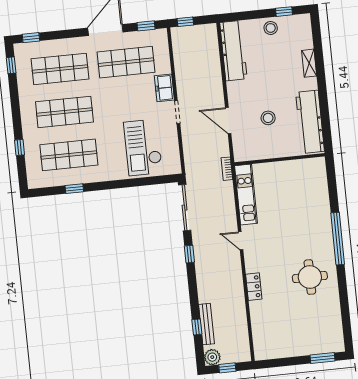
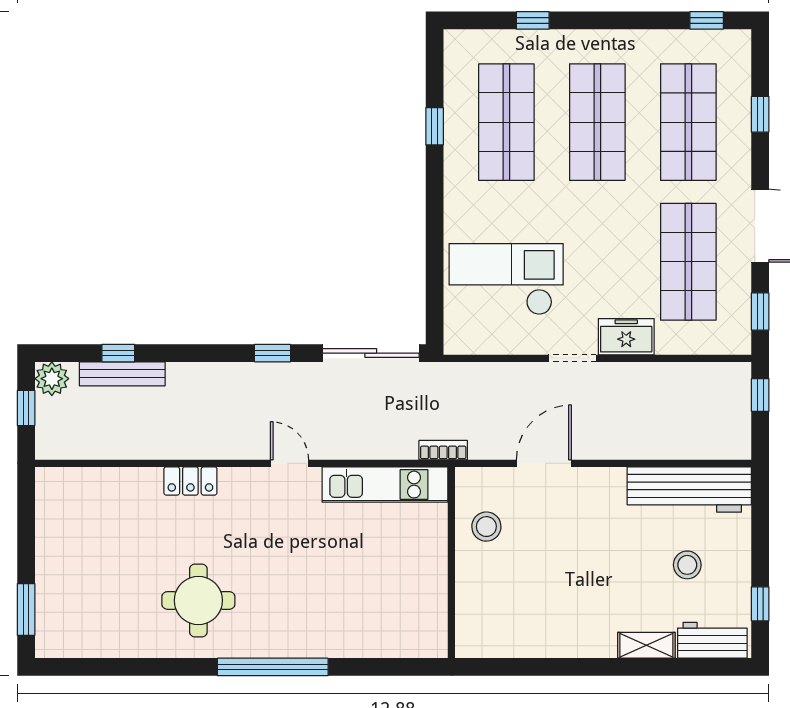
stool: (271, 28) -> (687, 565), moved
window: (31, 38) -> (760, 114), moved
stool: (268, 118) -> (486, 527), moved
workbench: (310, 122) -> (712, 640), moved, width x0.53, depth x0.76
door: (241, 241) -> (289, 463), hinge flipped

